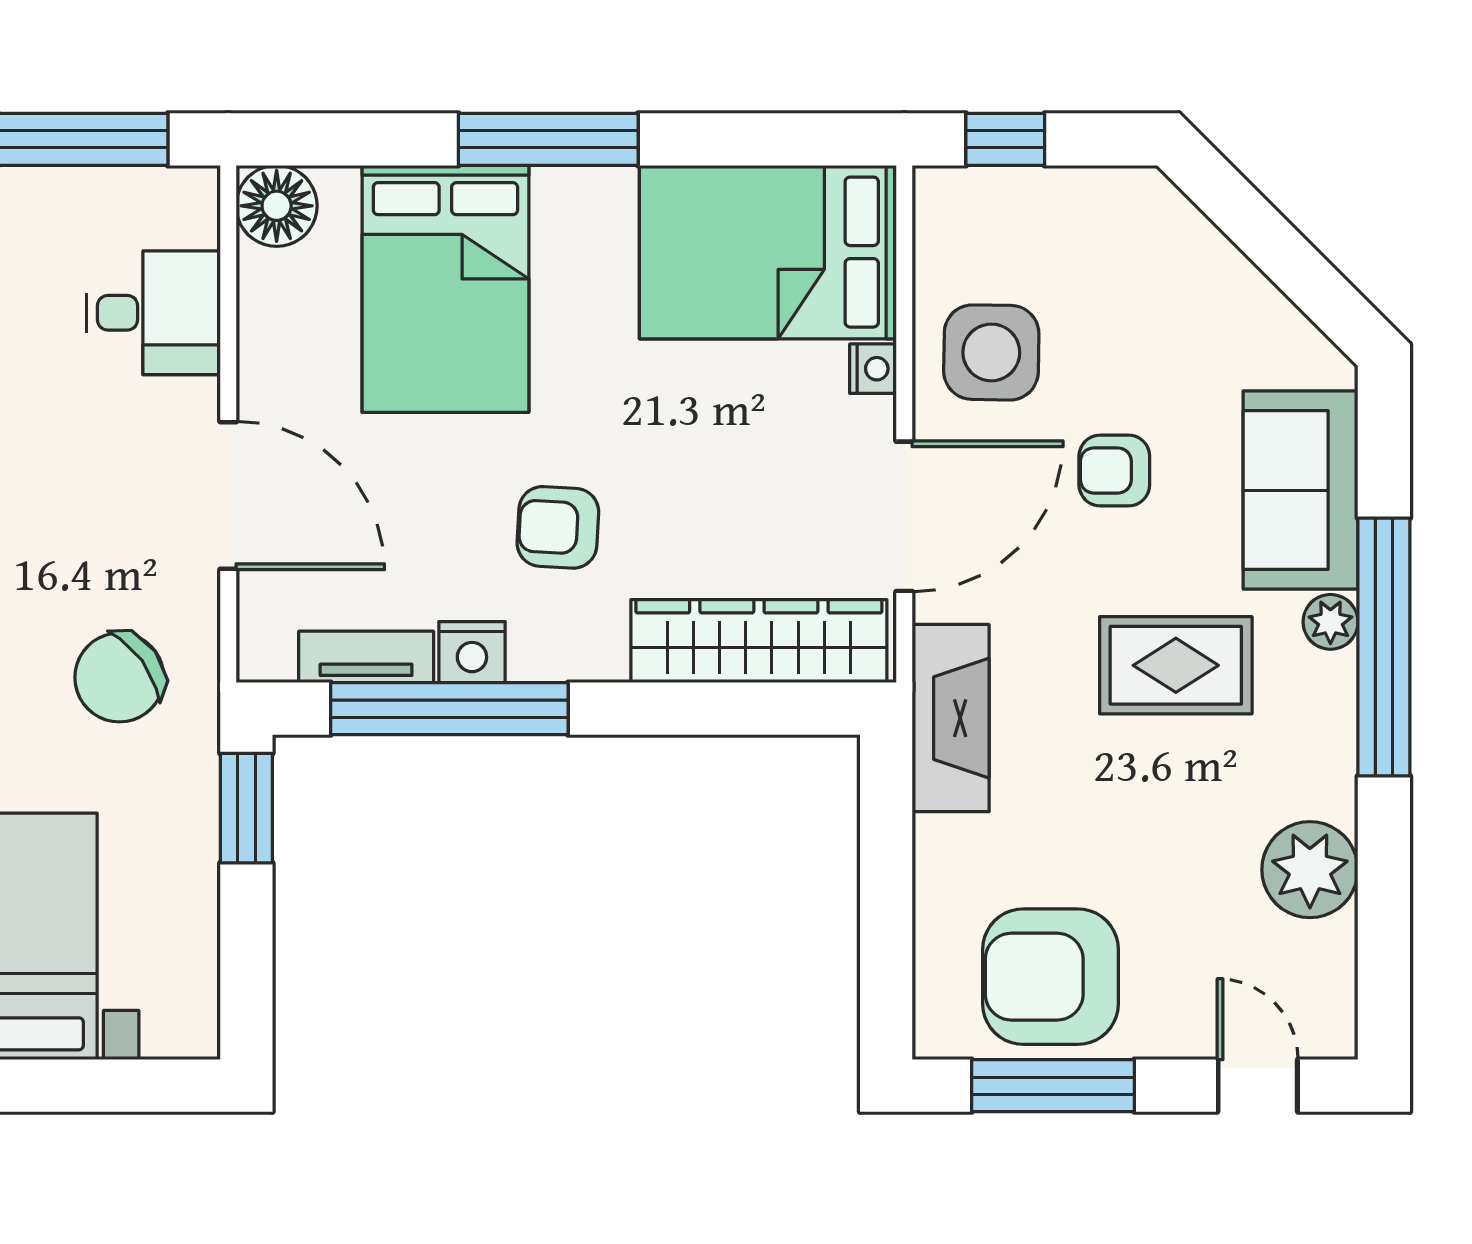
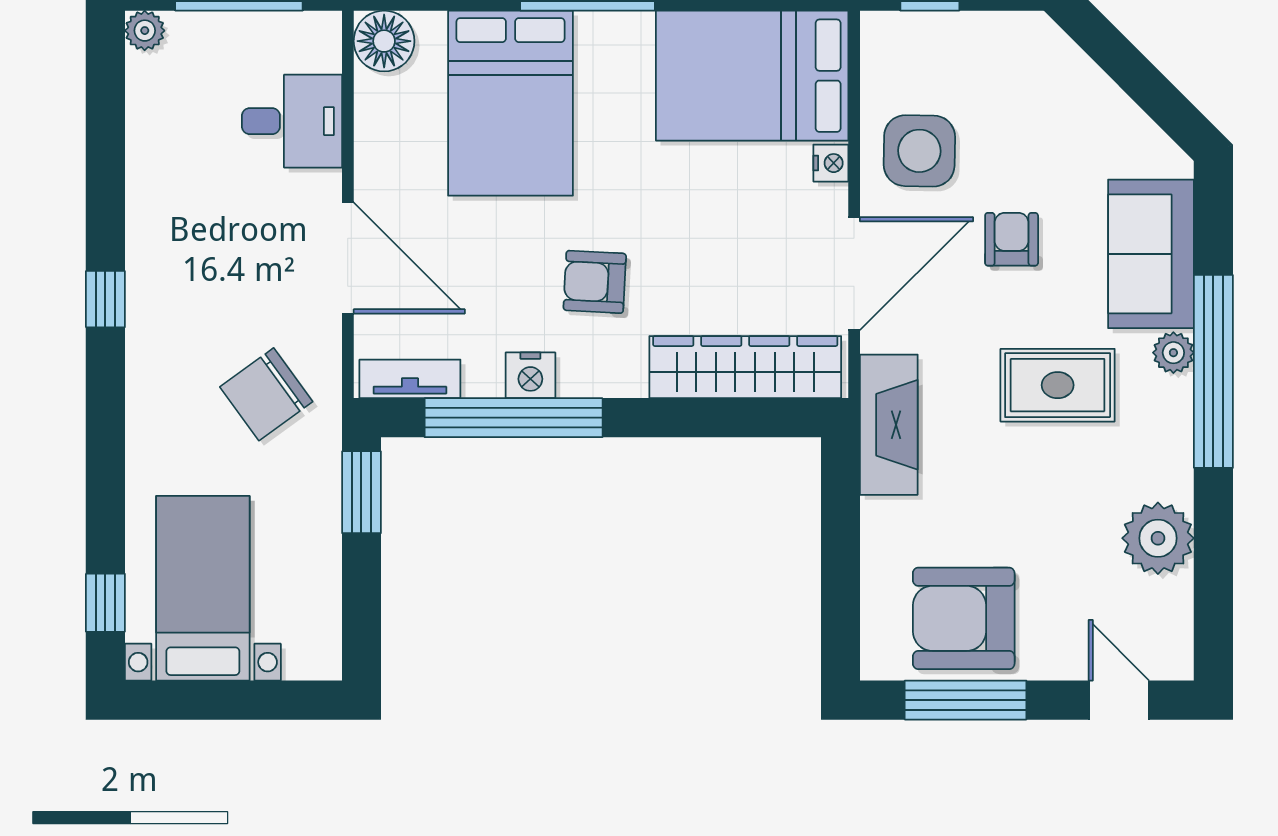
armchair: (1114, 470) -> (1012, 239), turned 90
tv unit: (366, 657) -> (410, 379), moved

